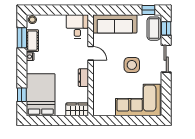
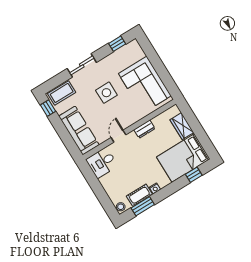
window: (166, 28) -> (117, 44), moved
corner sofa: (138, 100) -> (145, 85), moved
wardrobe: (77, 109) -> (182, 126), moved

